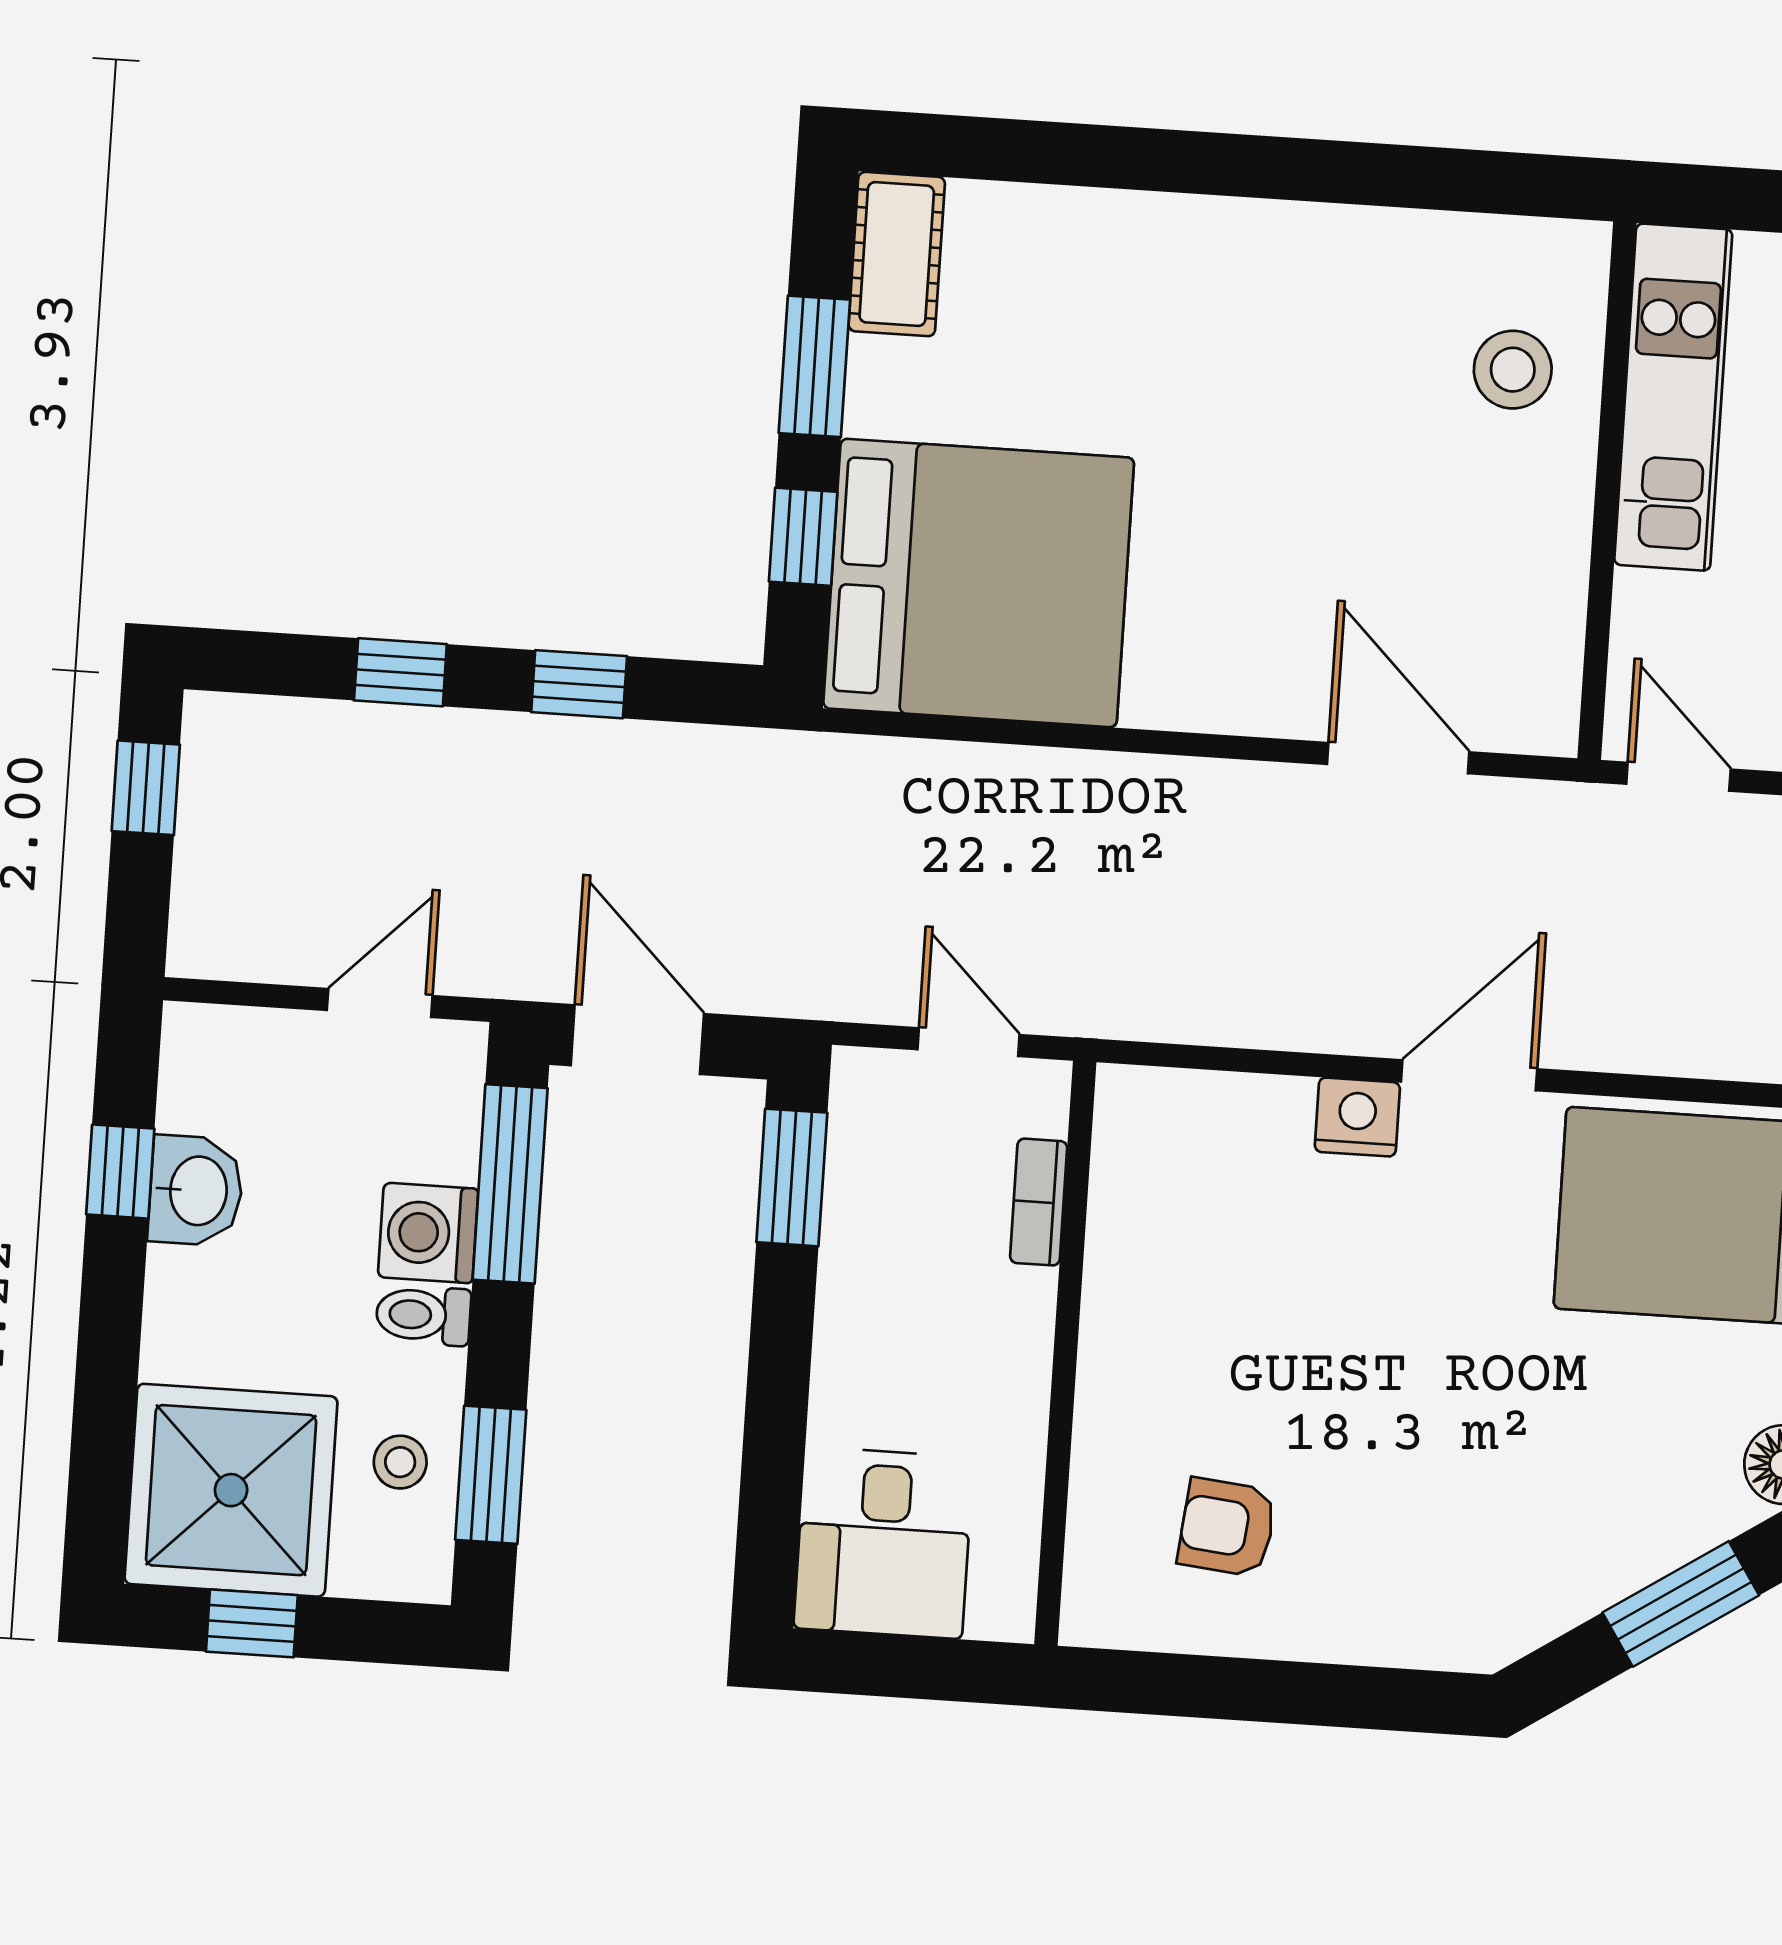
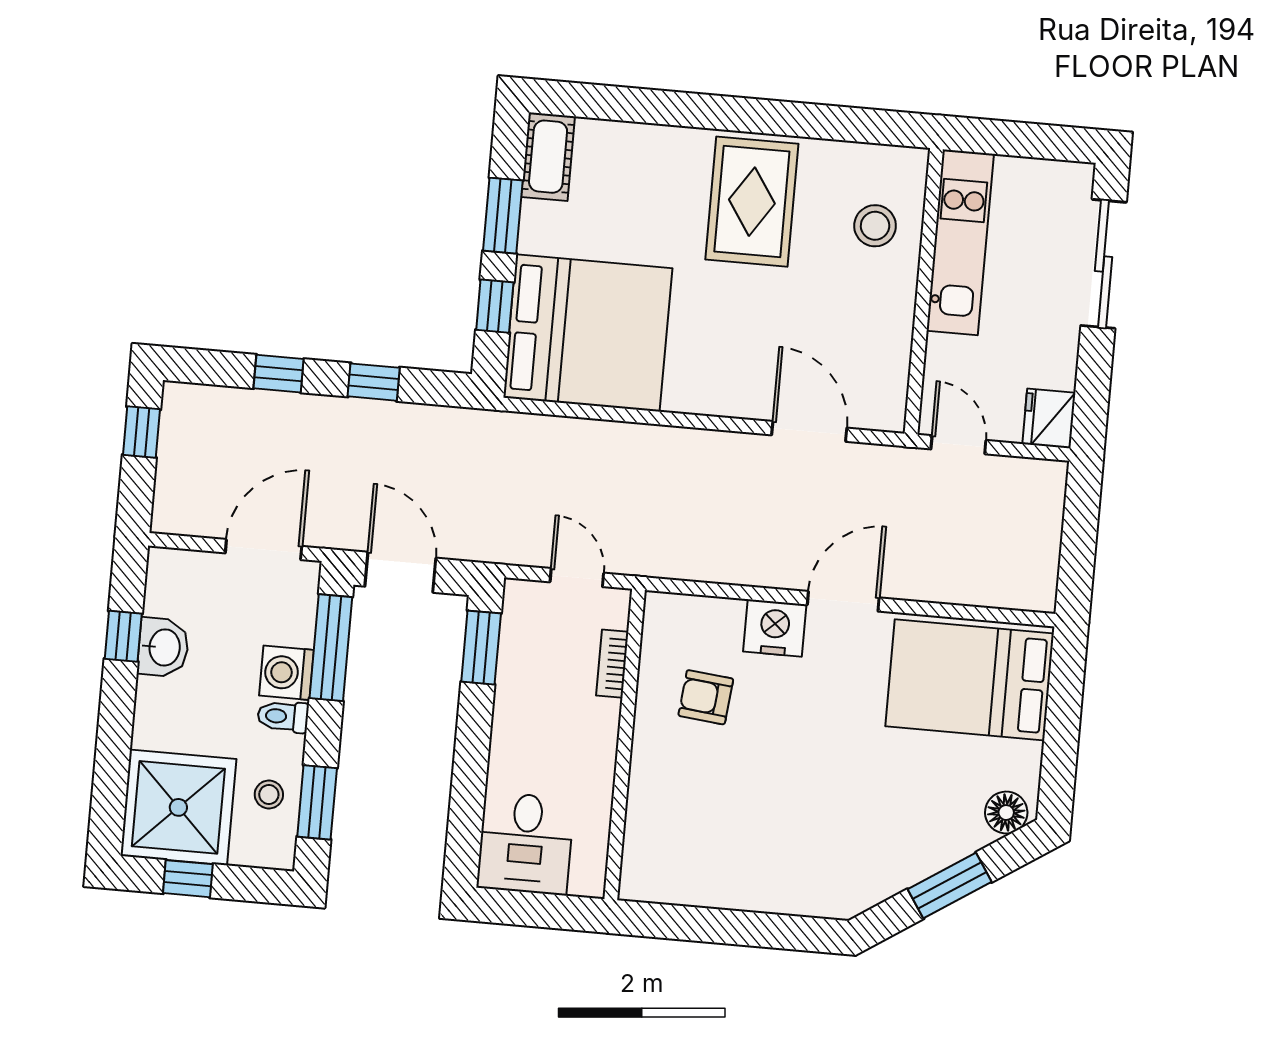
rug: (1281, 329) -> (752, 202), added
door: (380, 1003) -> (264, 550), width x1.38
nightstand: (1357, 1117) -> (775, 628), width x1.36, depth x1.33
armchair: (1227, 1527) -> (706, 697), moved

